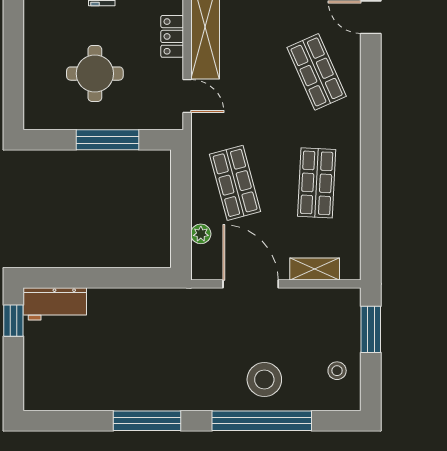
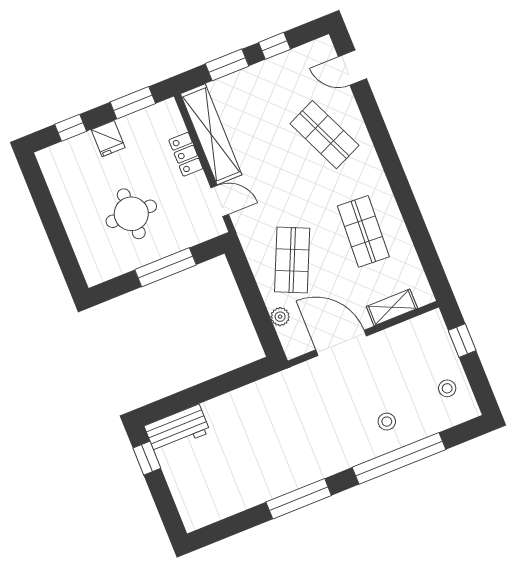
shop shelf: (235, 183) -> (292, 260), turned 39
window: (371, 329) -> (462, 340), width x0.67
stool: (264, 380) -> (387, 422), width x0.53, depth x0.53

